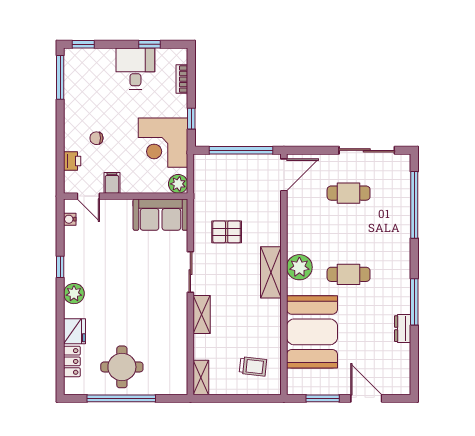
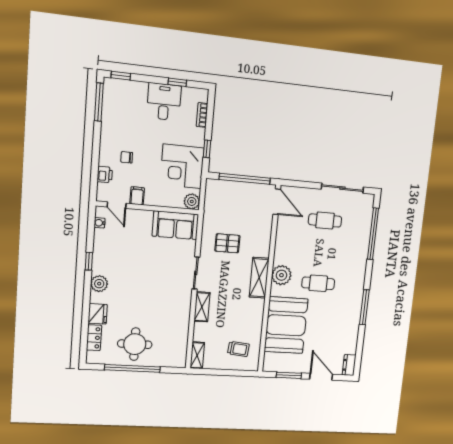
door: (284, 175) -> (277, 202), hinge flipped
dresser: (403, 329) -> (349, 365), moved

